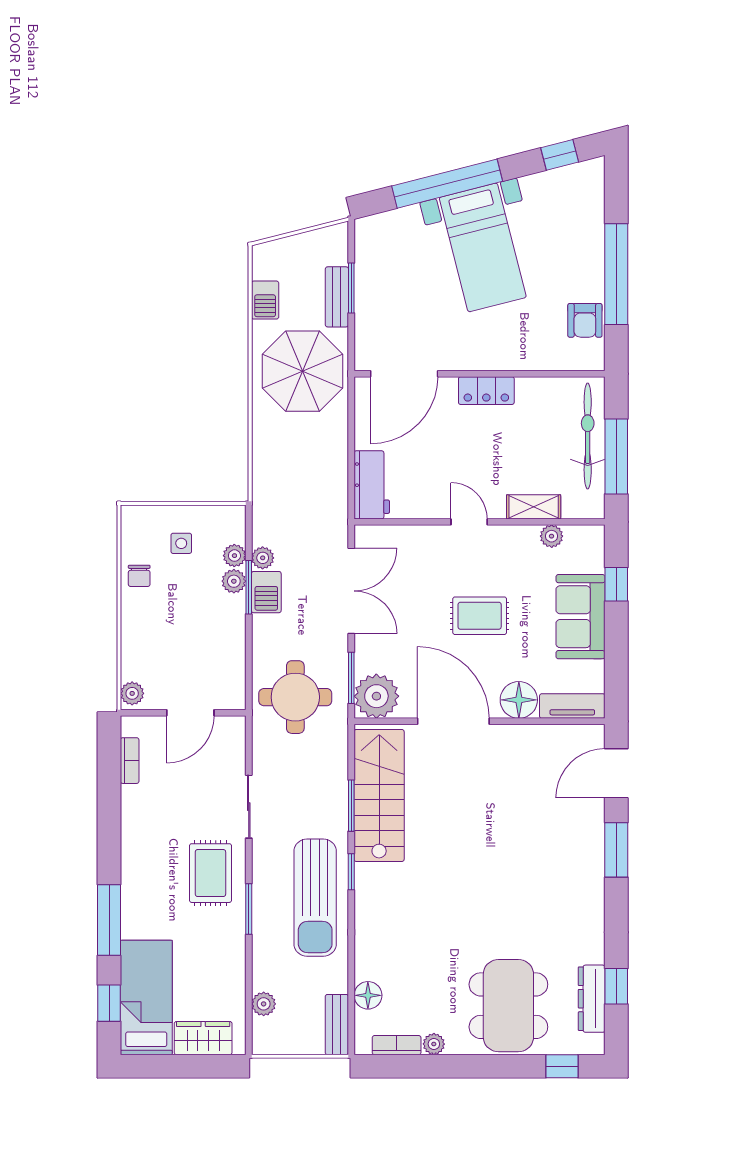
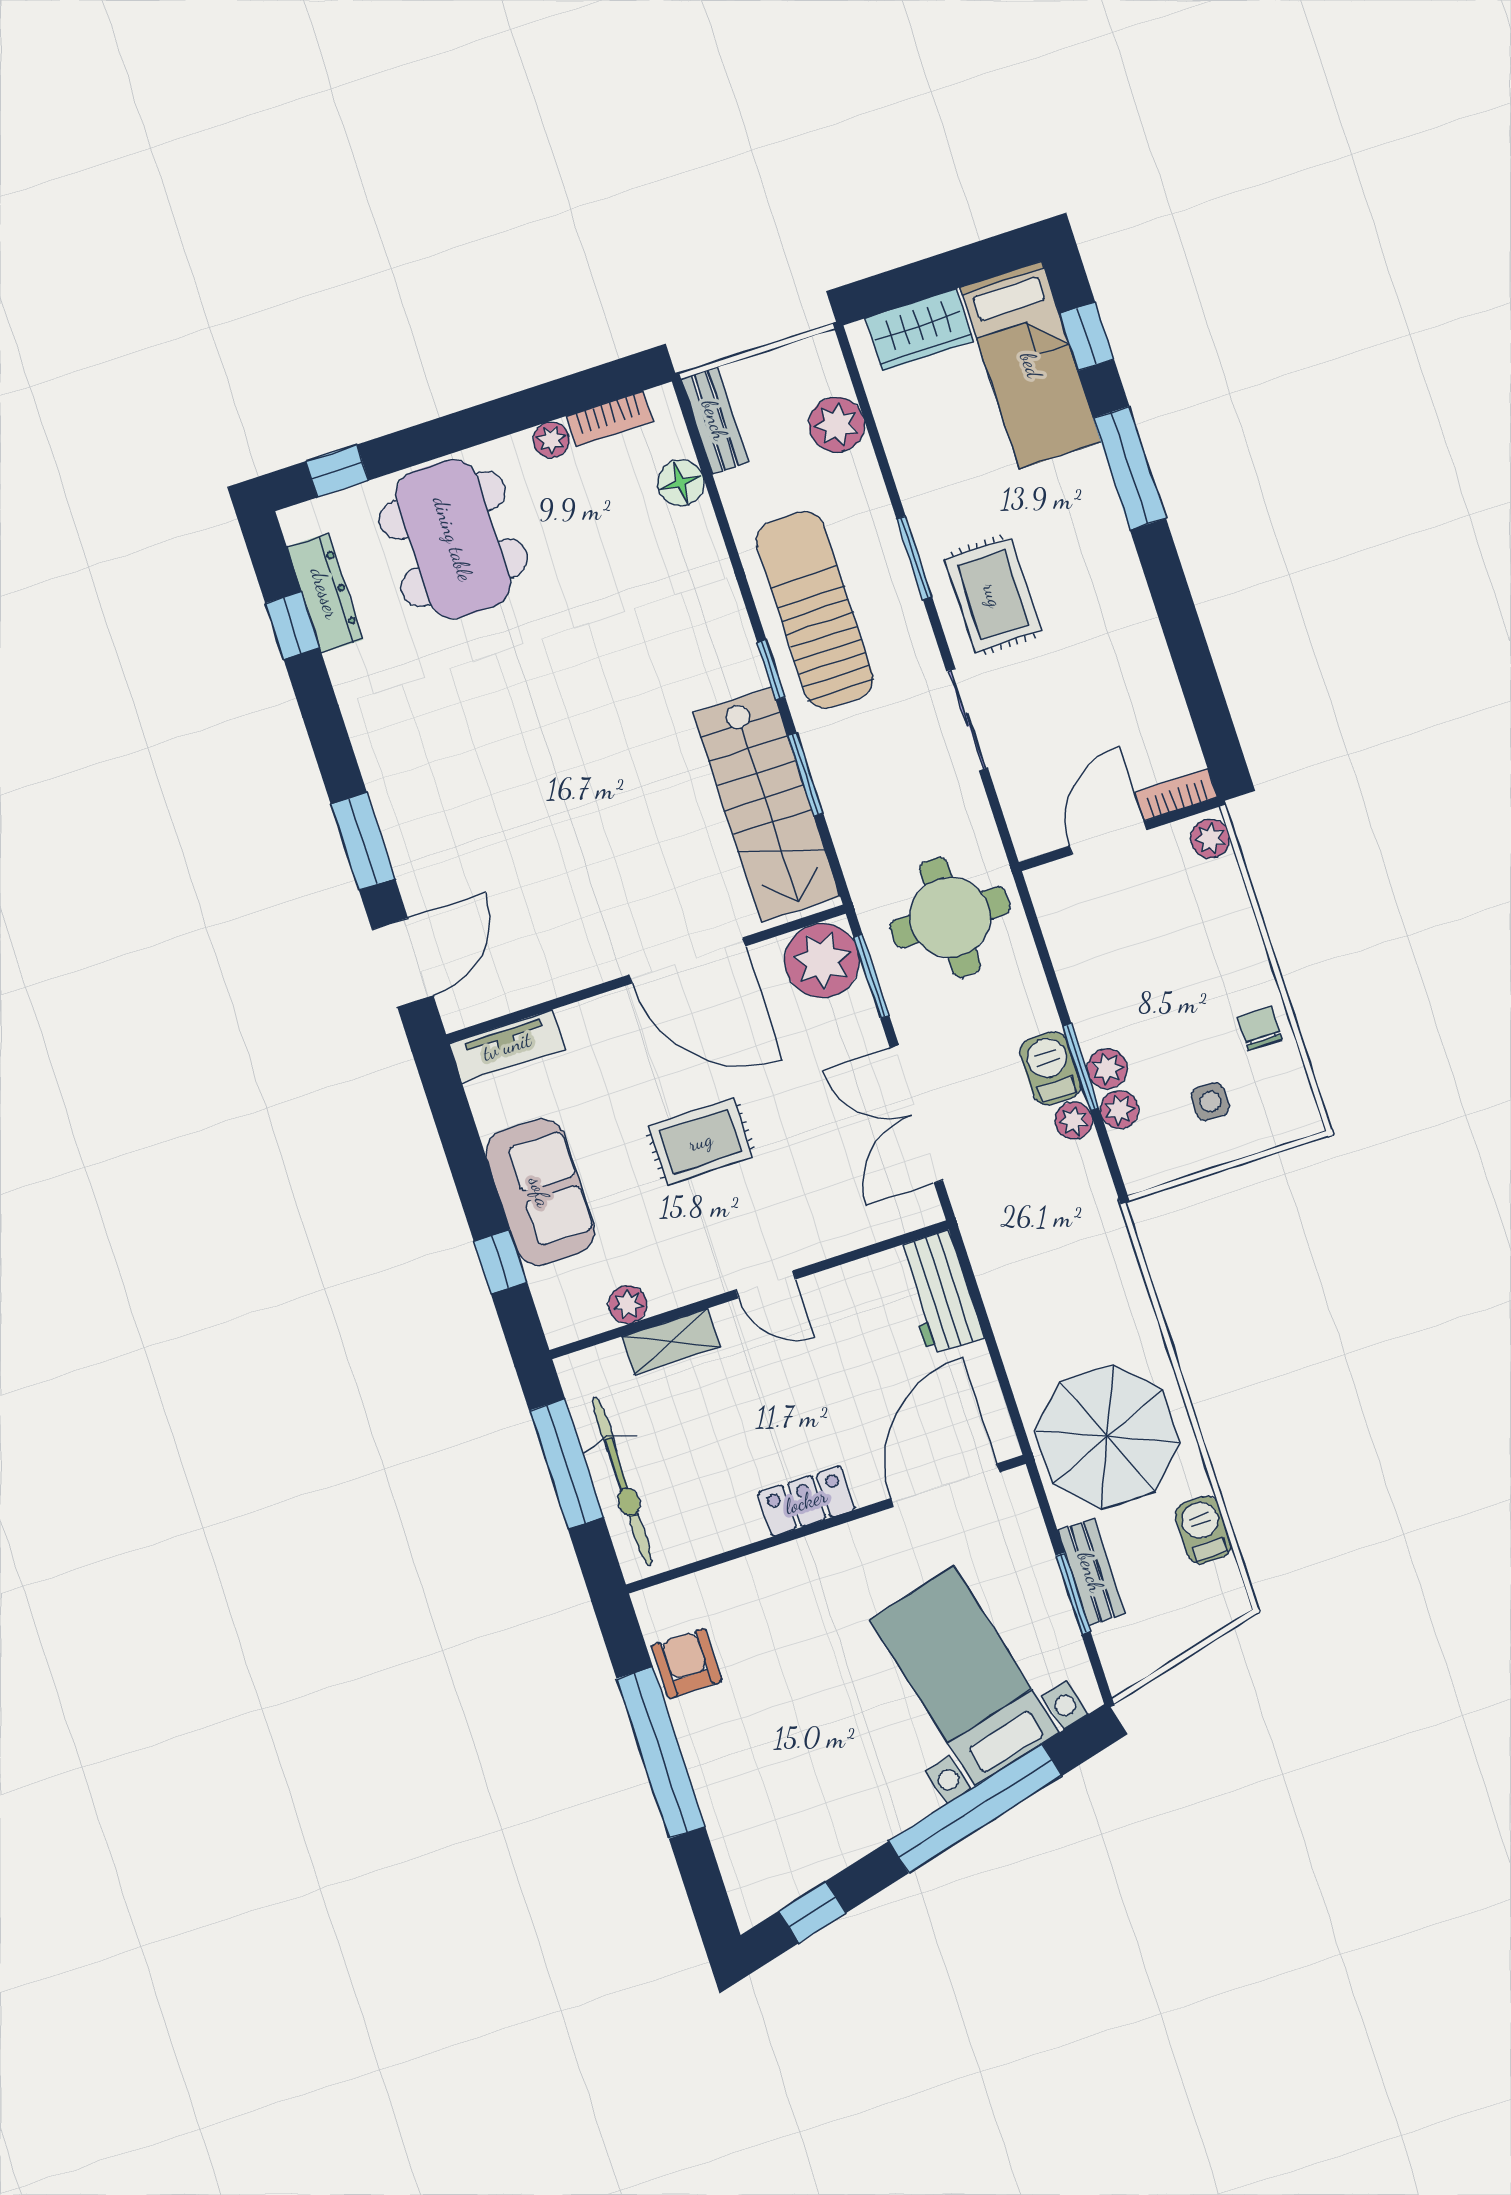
bed with nightstands: (483, 247) -> (964, 1676), moved
floor lamp: (519, 700) -> (595, 1028), removed
bookcase: (130, 761) -> (1176, 795), moved, turned 90
plant: (264, 1004) -> (837, 425), width x1.38, depth x1.38

